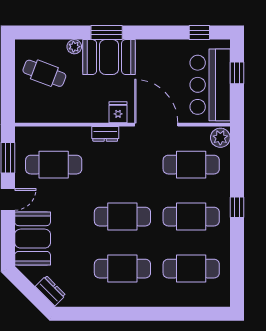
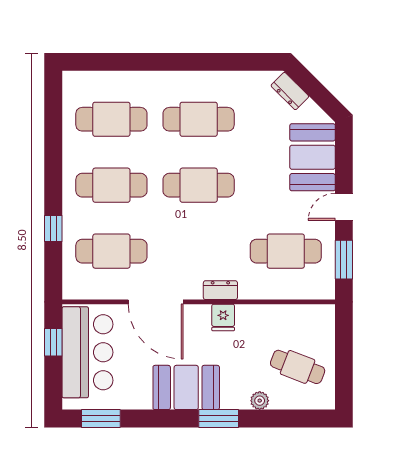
window: (199, 33) -> (101, 419), width x1.50
booth: (109, 57) -> (186, 387), moved
window: (237, 73) -> (53, 342), moved
fridge: (118, 112) -> (223, 317), moved
plant: (220, 138) -> (74, 285), removed
window: (237, 207) -> (53, 229), moved

